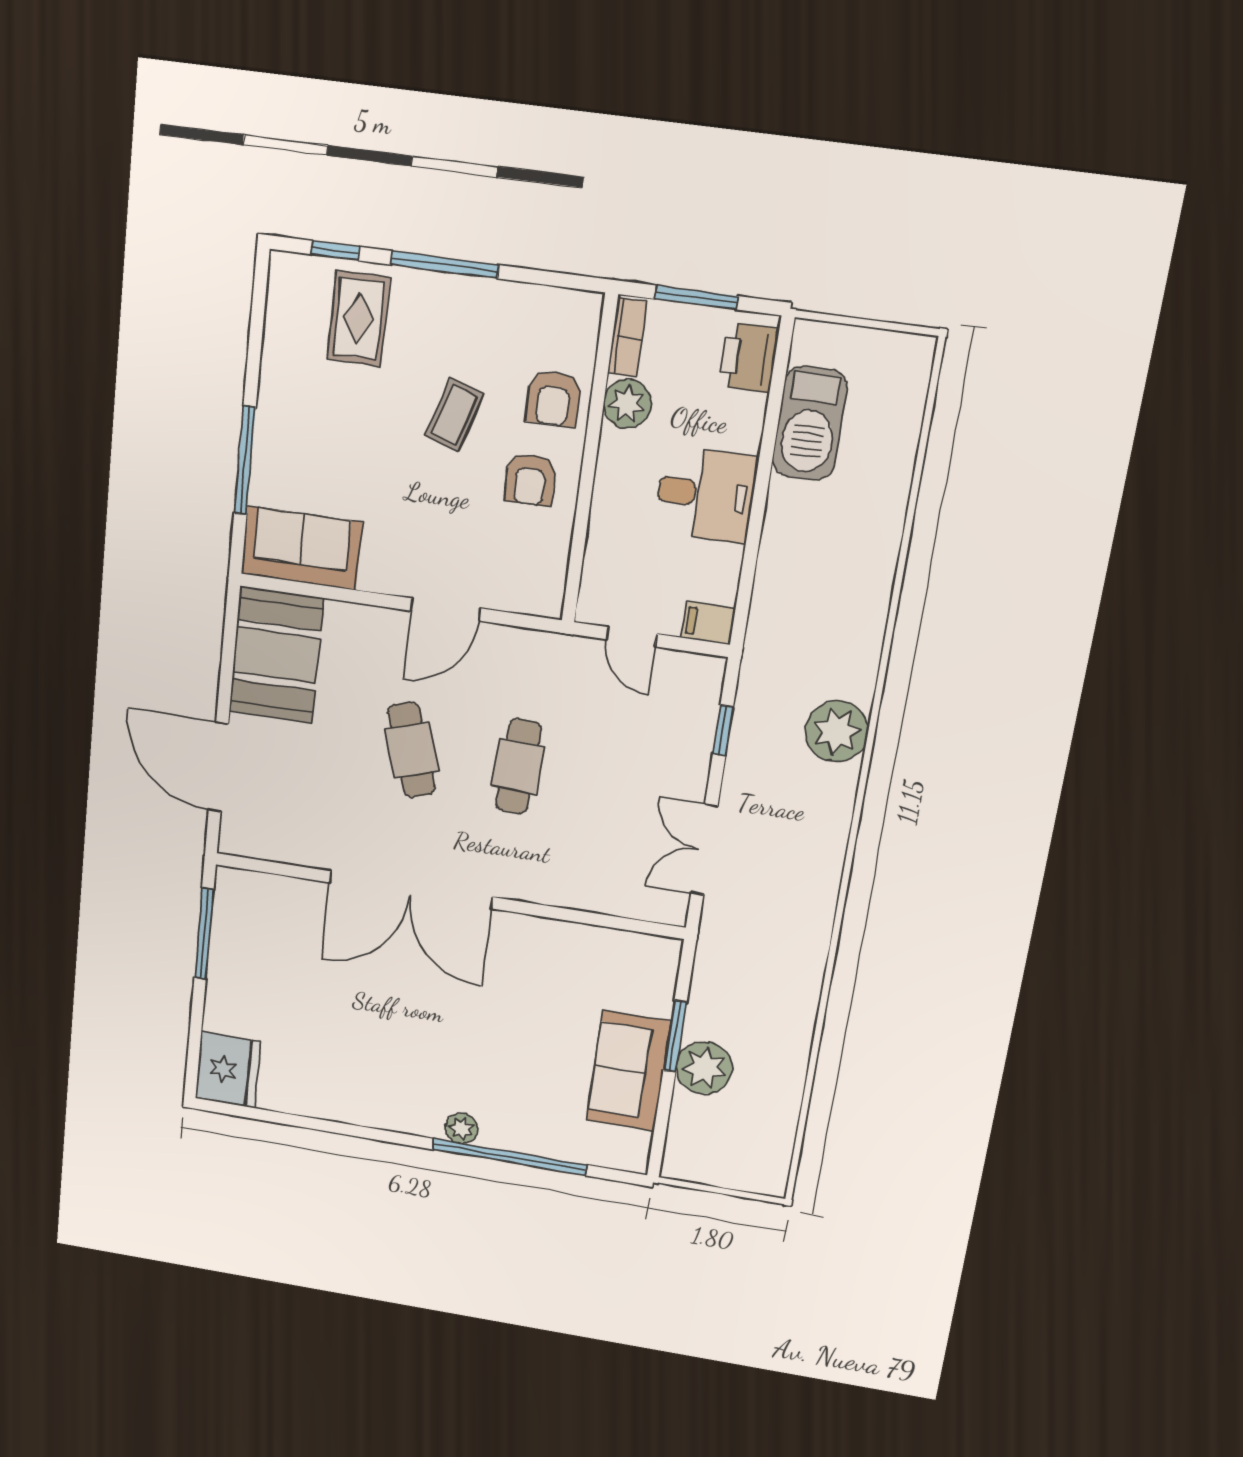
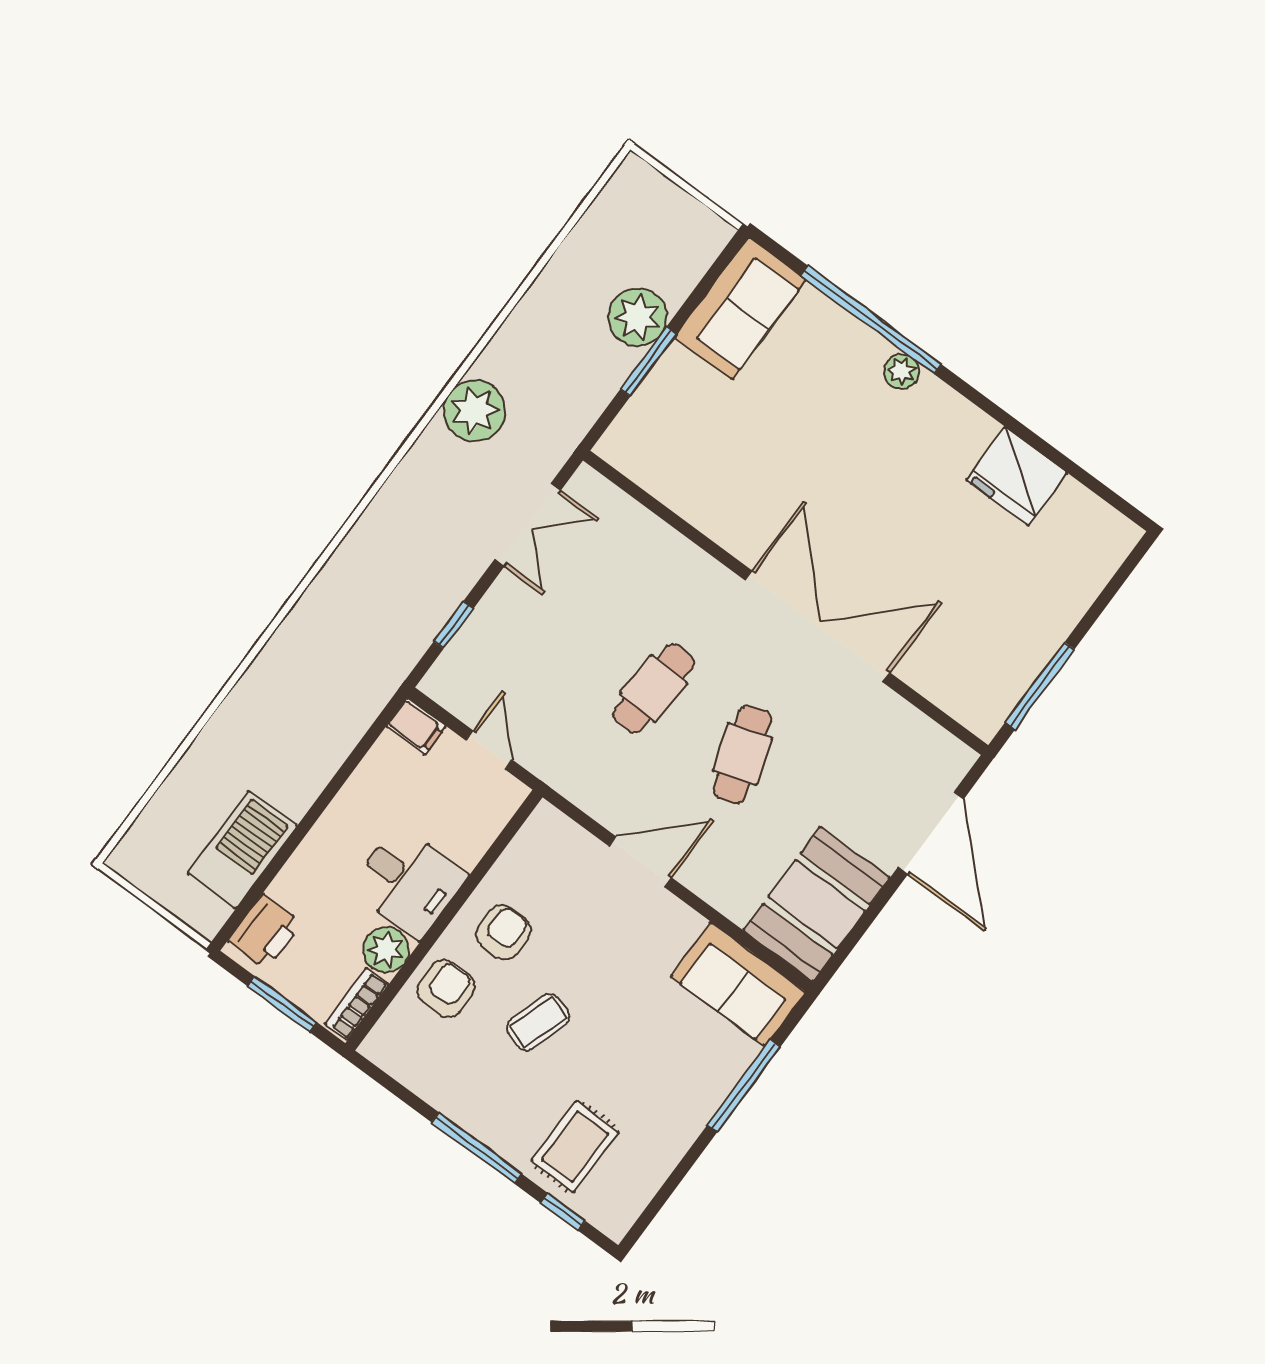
desk: (706, 494) -> (408, 881), moved, turned 180
plant: (837, 731) -> (475, 411), moved
fridge: (228, 1070) -> (1016, 476), moved, turned -90
sofa: (629, 1071) -> (740, 308), moved

